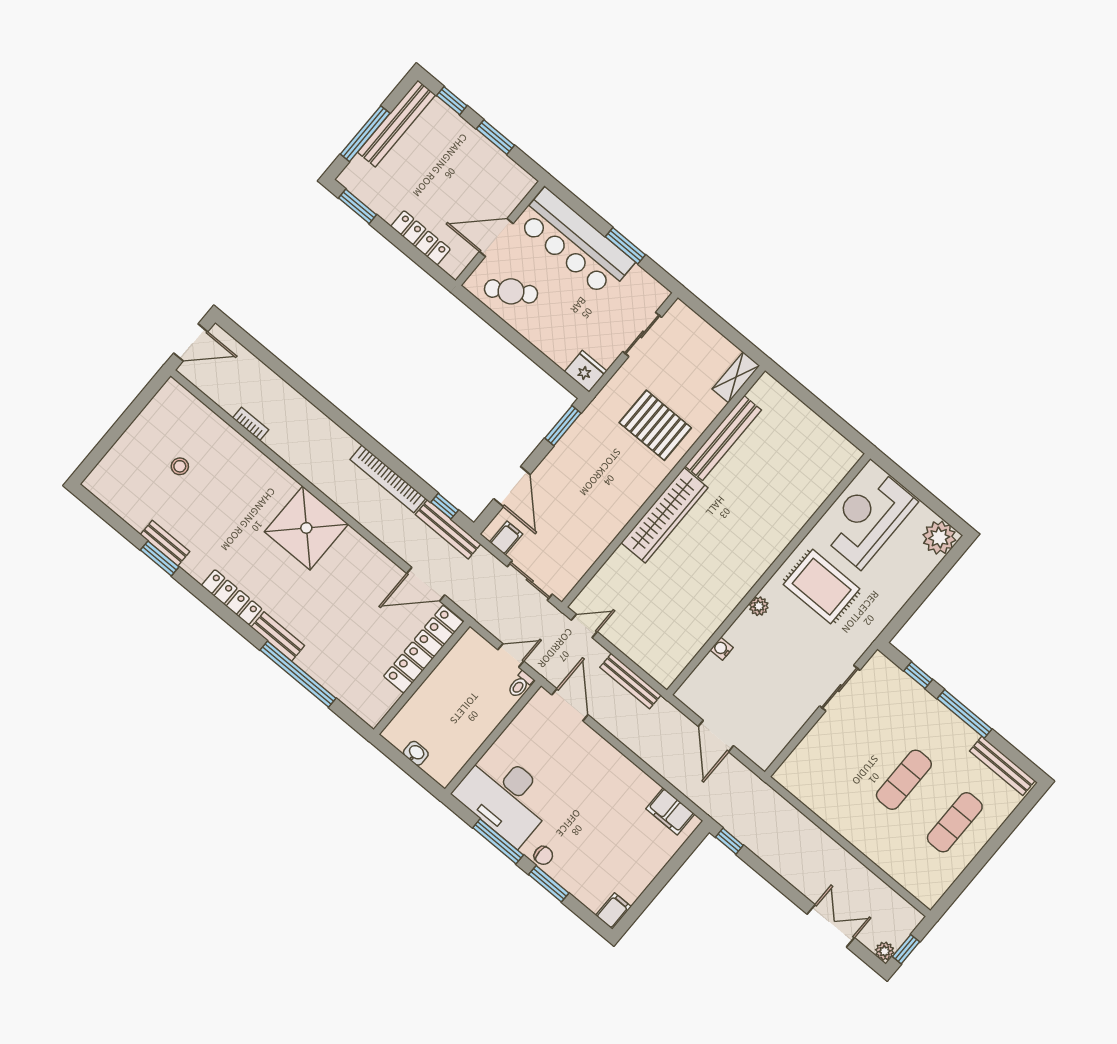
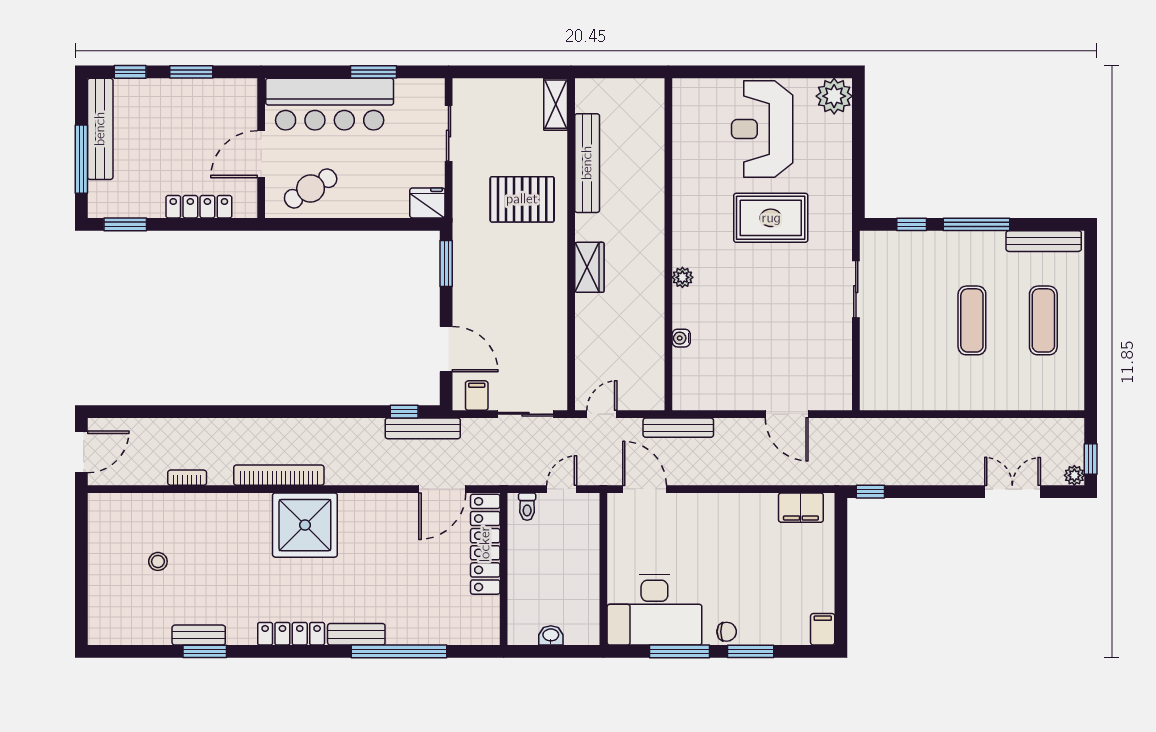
bookcase: (388, 479) -> (279, 475), moved, turned 180
wardrobe: (665, 515) -> (589, 267), width x0.48, depth x0.85
wall: (769, 574) -> (668, 244), moved
plant: (759, 606) -> (682, 277), moved
water cooler: (722, 649) -> (681, 338), moved
toilet: (520, 685) -> (527, 507), moved

